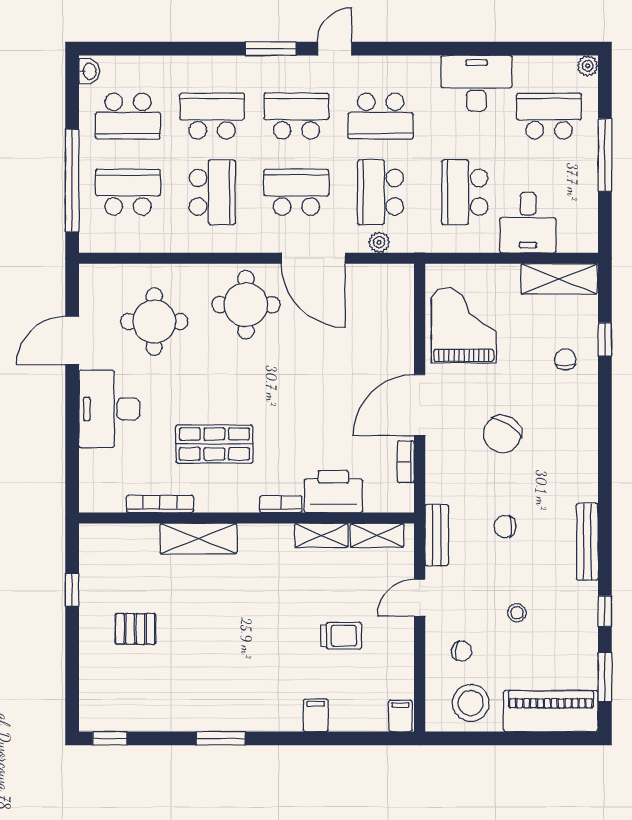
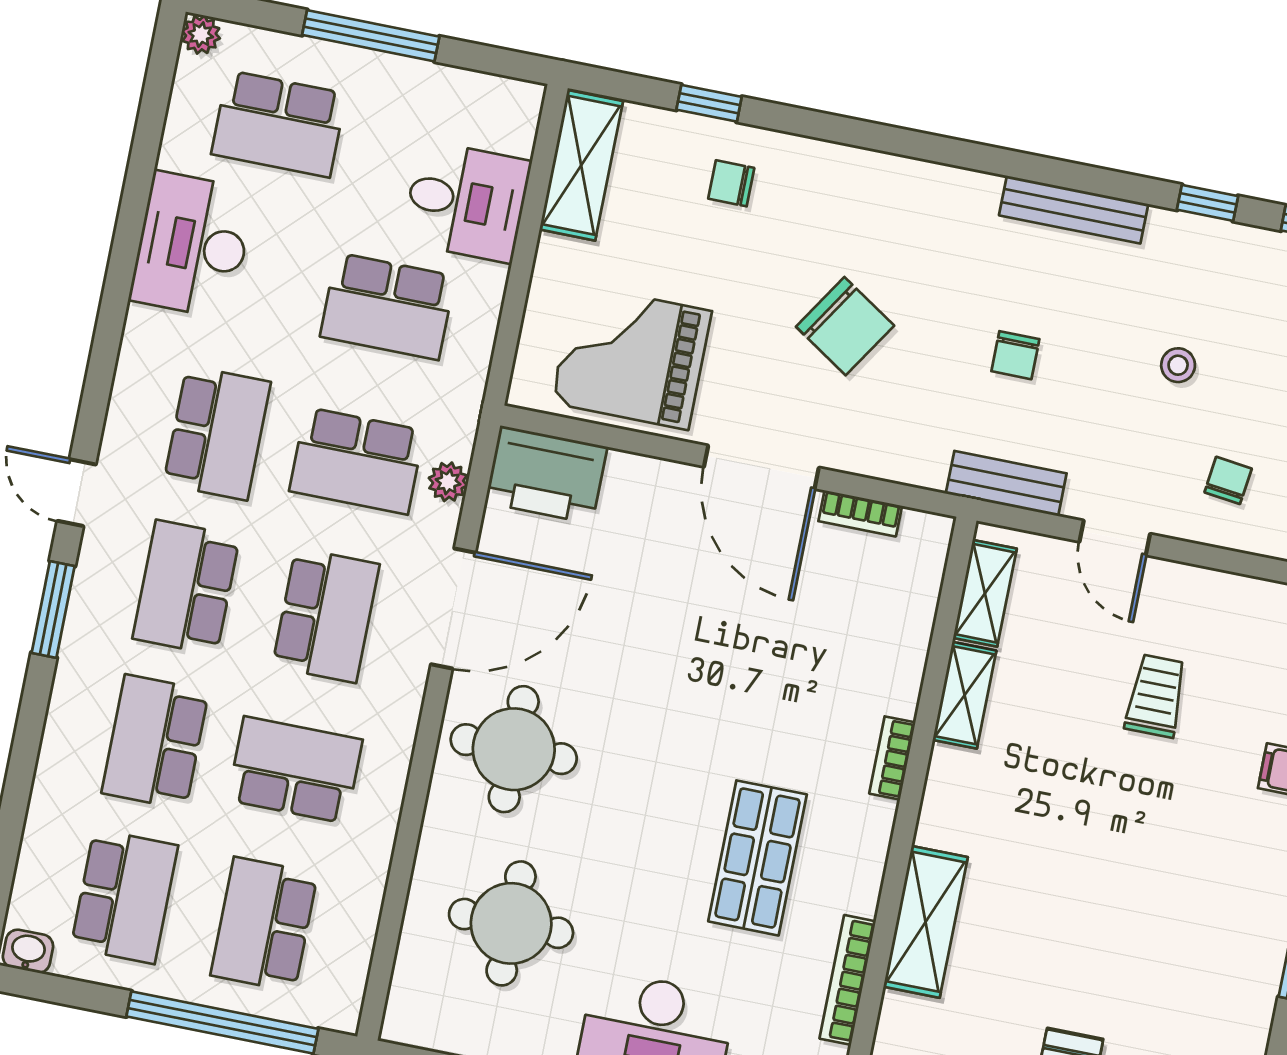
school desk: (549, 116) -> (279, 124), turned -90
school desk: (296, 192) -> (326, 615), turned 180
printer: (333, 491) -> (546, 475), moved, turned -90

